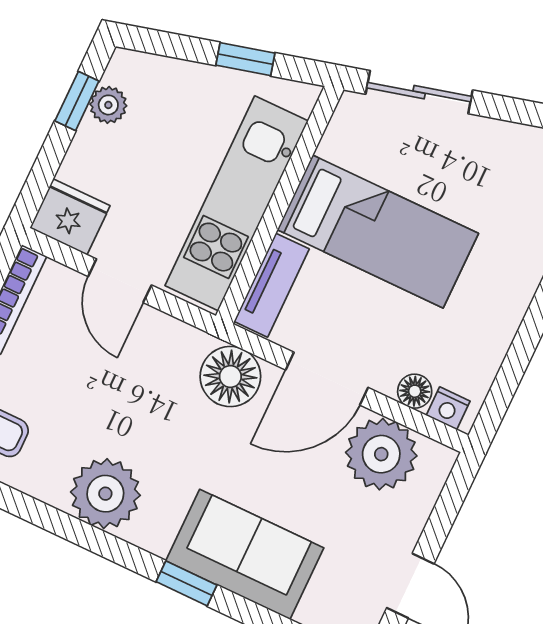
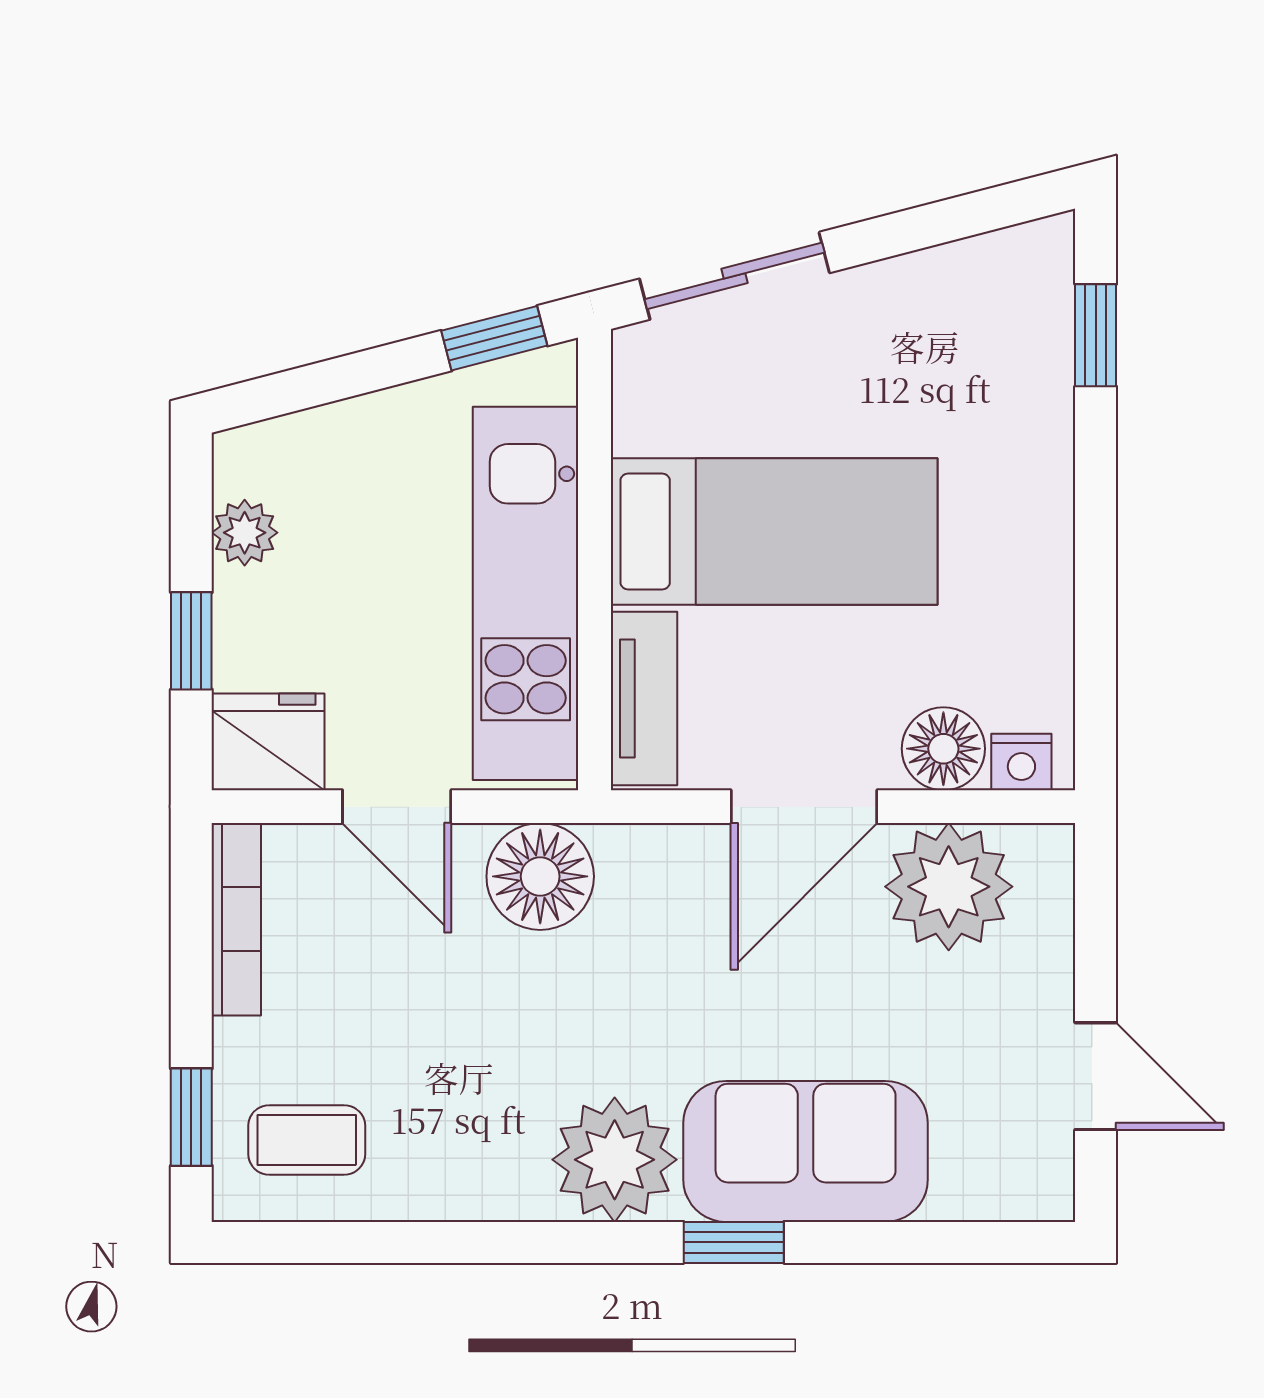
window: (245, 59) -> (494, 338), moved
window: (77, 101) -> (191, 641), moved
floor lamp: (230, 377) -> (540, 876), moved
floor lamp: (415, 391) -> (943, 749), width x1.37, depth x1.37
plant: (105, 494) -> (615, 1160), moved

